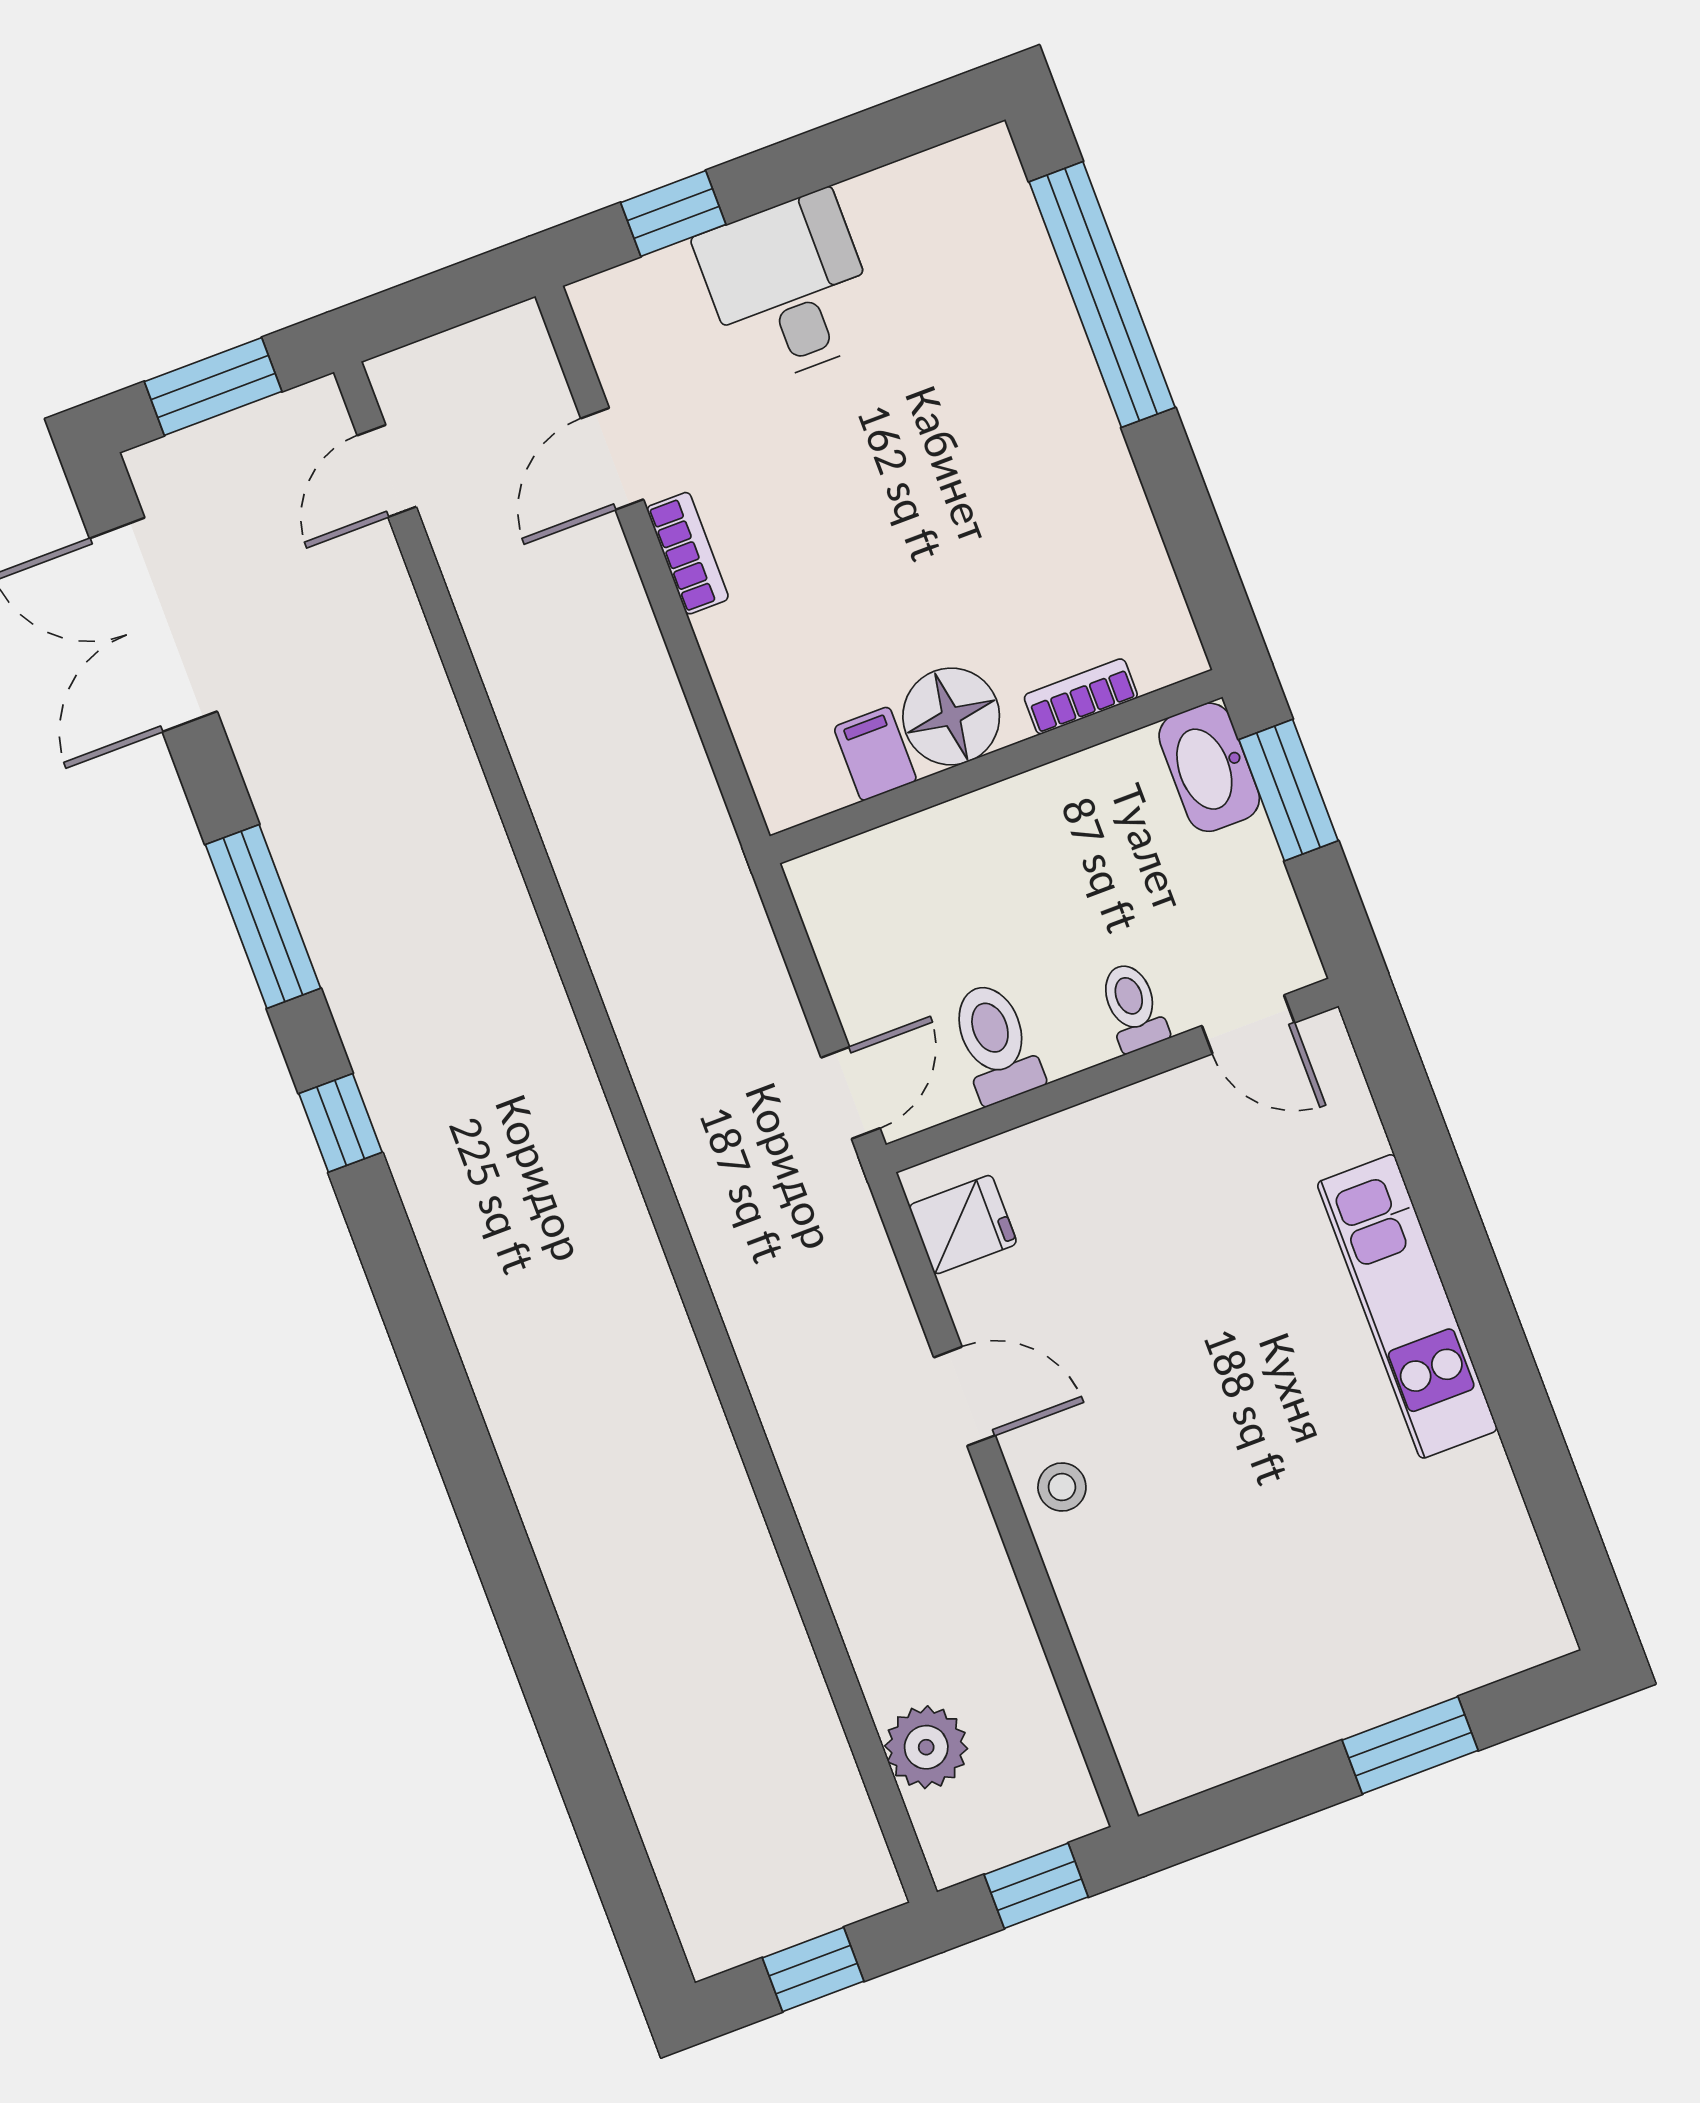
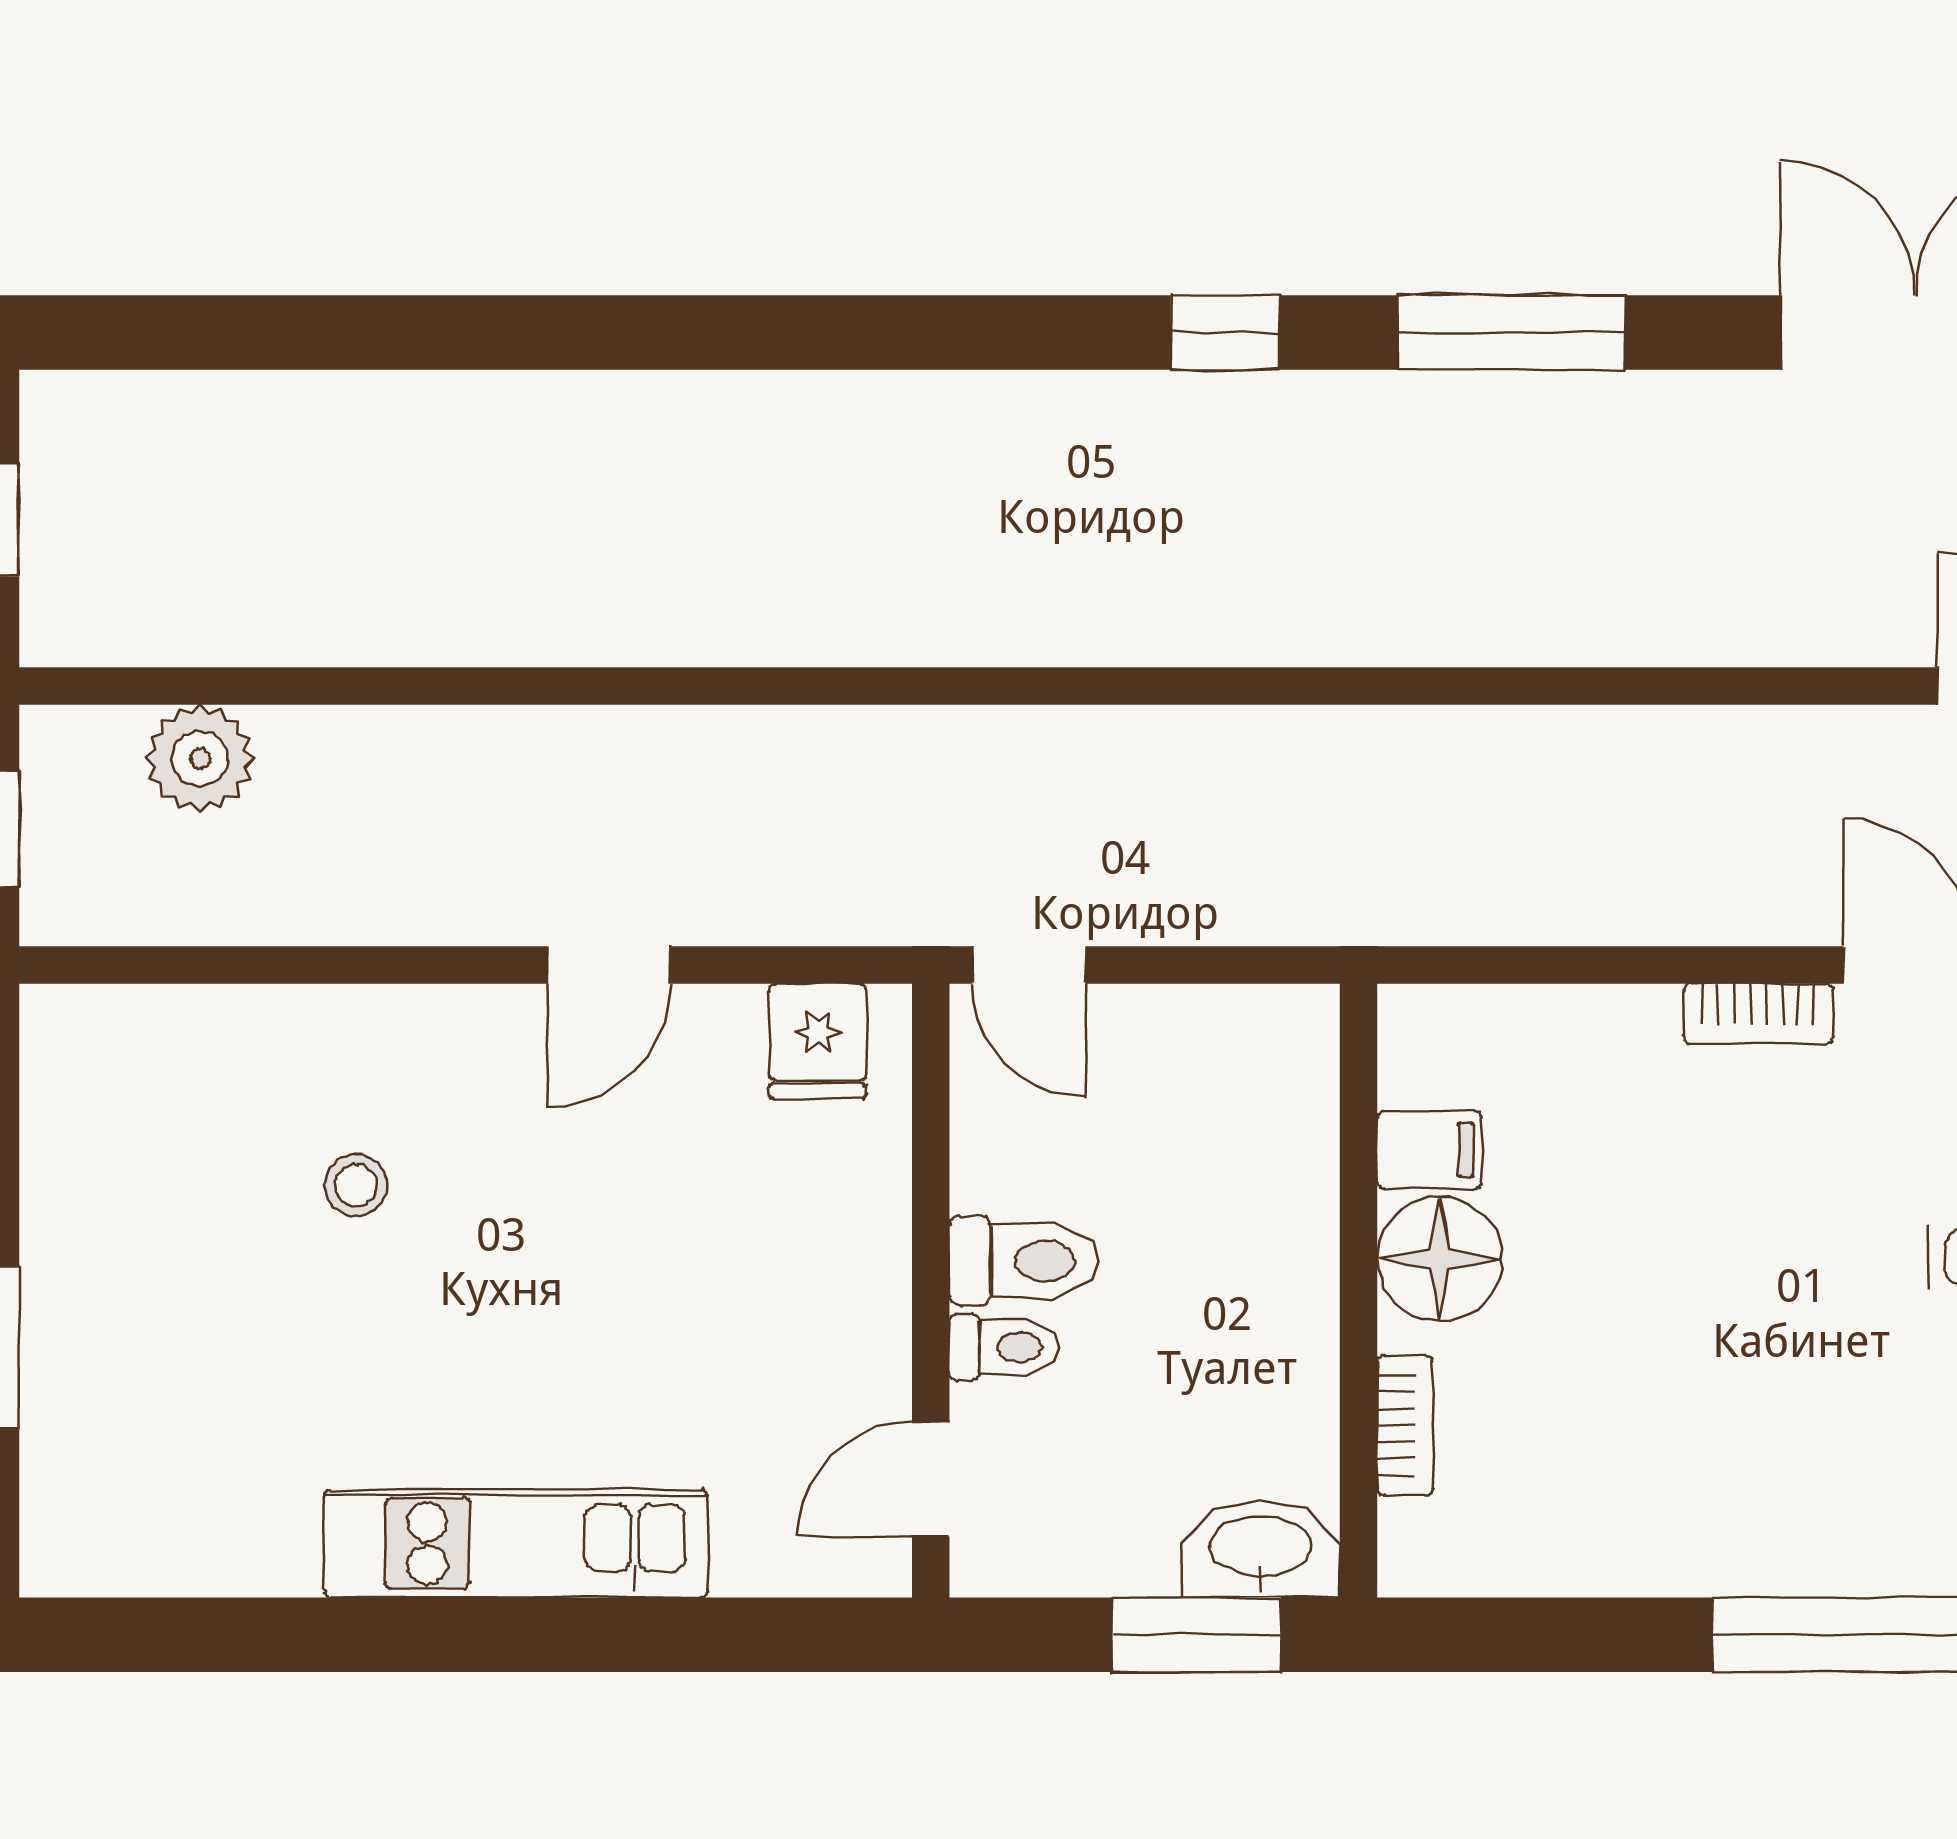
toilet: (996, 1043) -> (1024, 1261), moved
stool: (1062, 1487) -> (356, 1185), moved

